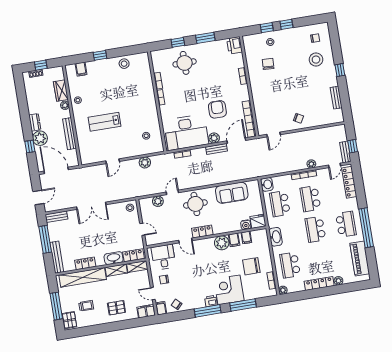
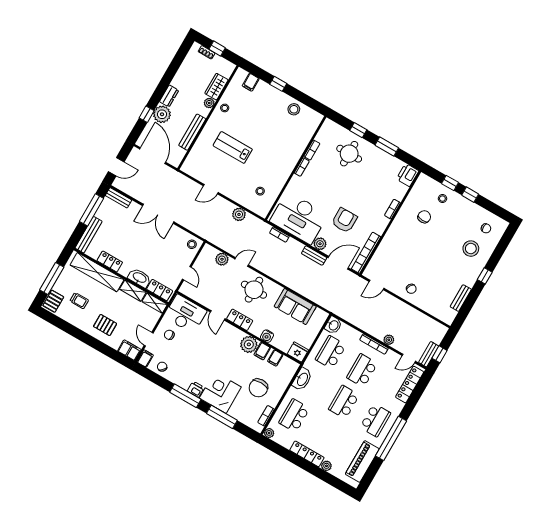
water cooler: (246, 225) -> (267, 336), moved
desk: (163, 257) -> (185, 314), width x1.37
chair: (251, 266) -> (258, 388), turned -90

